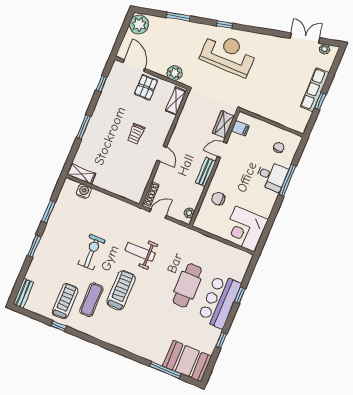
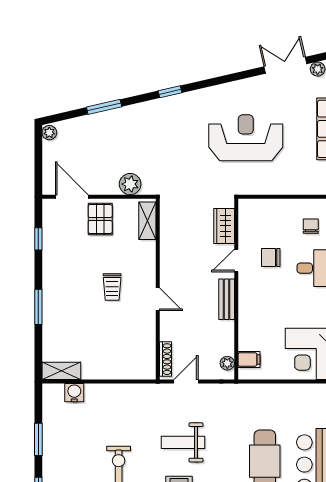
plant: (139, 24) -> (49, 133), width x0.53, depth x0.53
reception desk: (228, 54) -> (246, 138), moved
filing cabinet: (240, 128) -> (249, 359), moved
chair: (218, 199) -> (271, 258), moved

